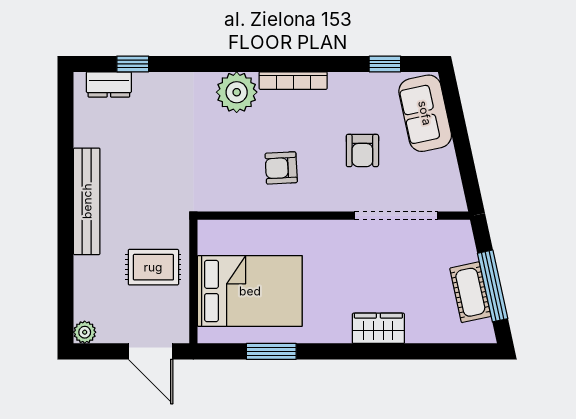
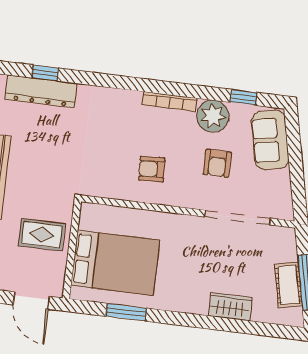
dresser: (109, 84) -> (41, 91), width x1.96, depth x1.24
plant: (237, 92) -> (213, 116), moved
wardrobe: (378, 328) -> (230, 307), moved

